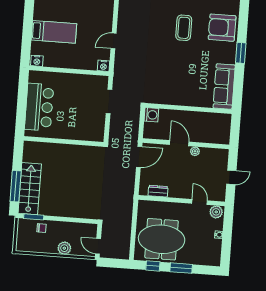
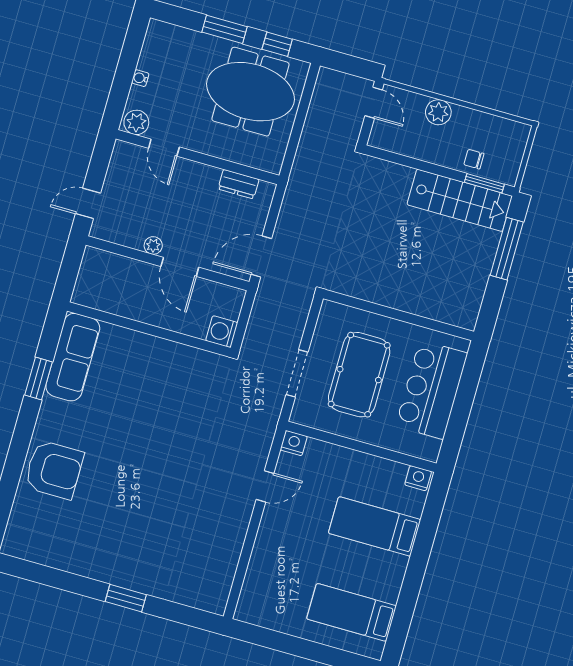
coffee table: (184, 28) -> (127, 484), removed
window: (241, 53) -> (39, 378), moved
pool table: (77, 107) -> (359, 375), added
door: (231, 177) -> (88, 203), moved
stairs: (30, 189) -> (460, 200), moved, turned -90

